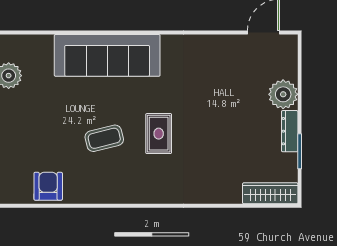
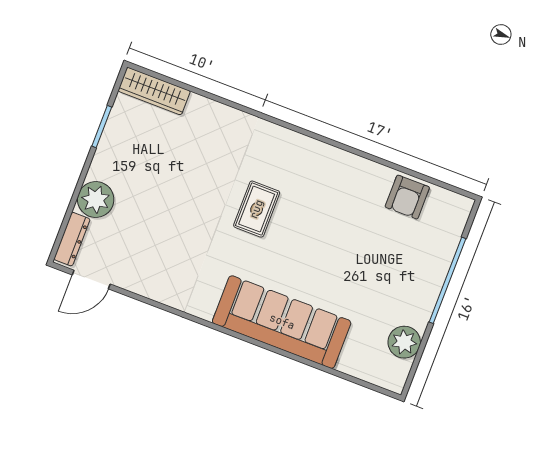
dresser: (290, 131) -> (72, 239), moved
coffee table: (104, 138) -> (321, 228), removed

